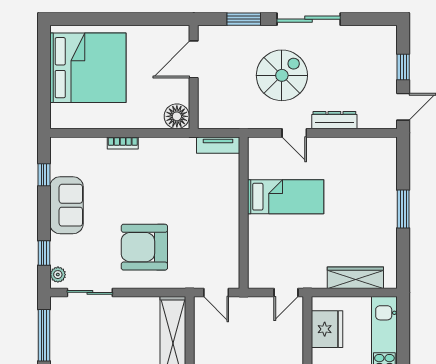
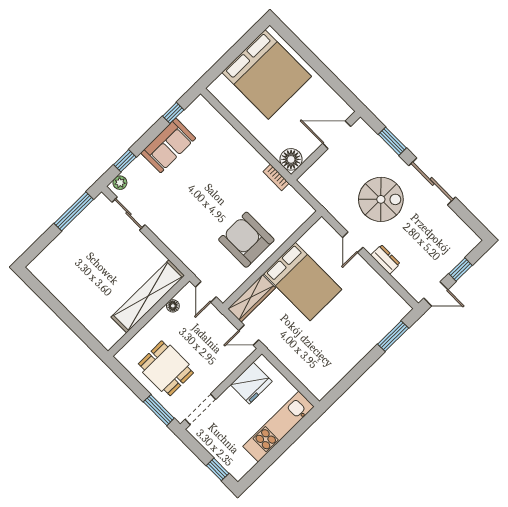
dresser: (334, 120) -> (385, 259), width x0.70
bookcase: (123, 143) -> (276, 177), moved
tv unit: (218, 145) -> (298, 203), removed
bed: (286, 197) -> (303, 281), width x1.50
window: (403, 209) -> (393, 336), moved
armchair: (144, 247) -> (246, 240), moved
wardrobe: (355, 278) -> (252, 298), moved, turned 90
floor lamp: (201, 331) -> (173, 306), added

